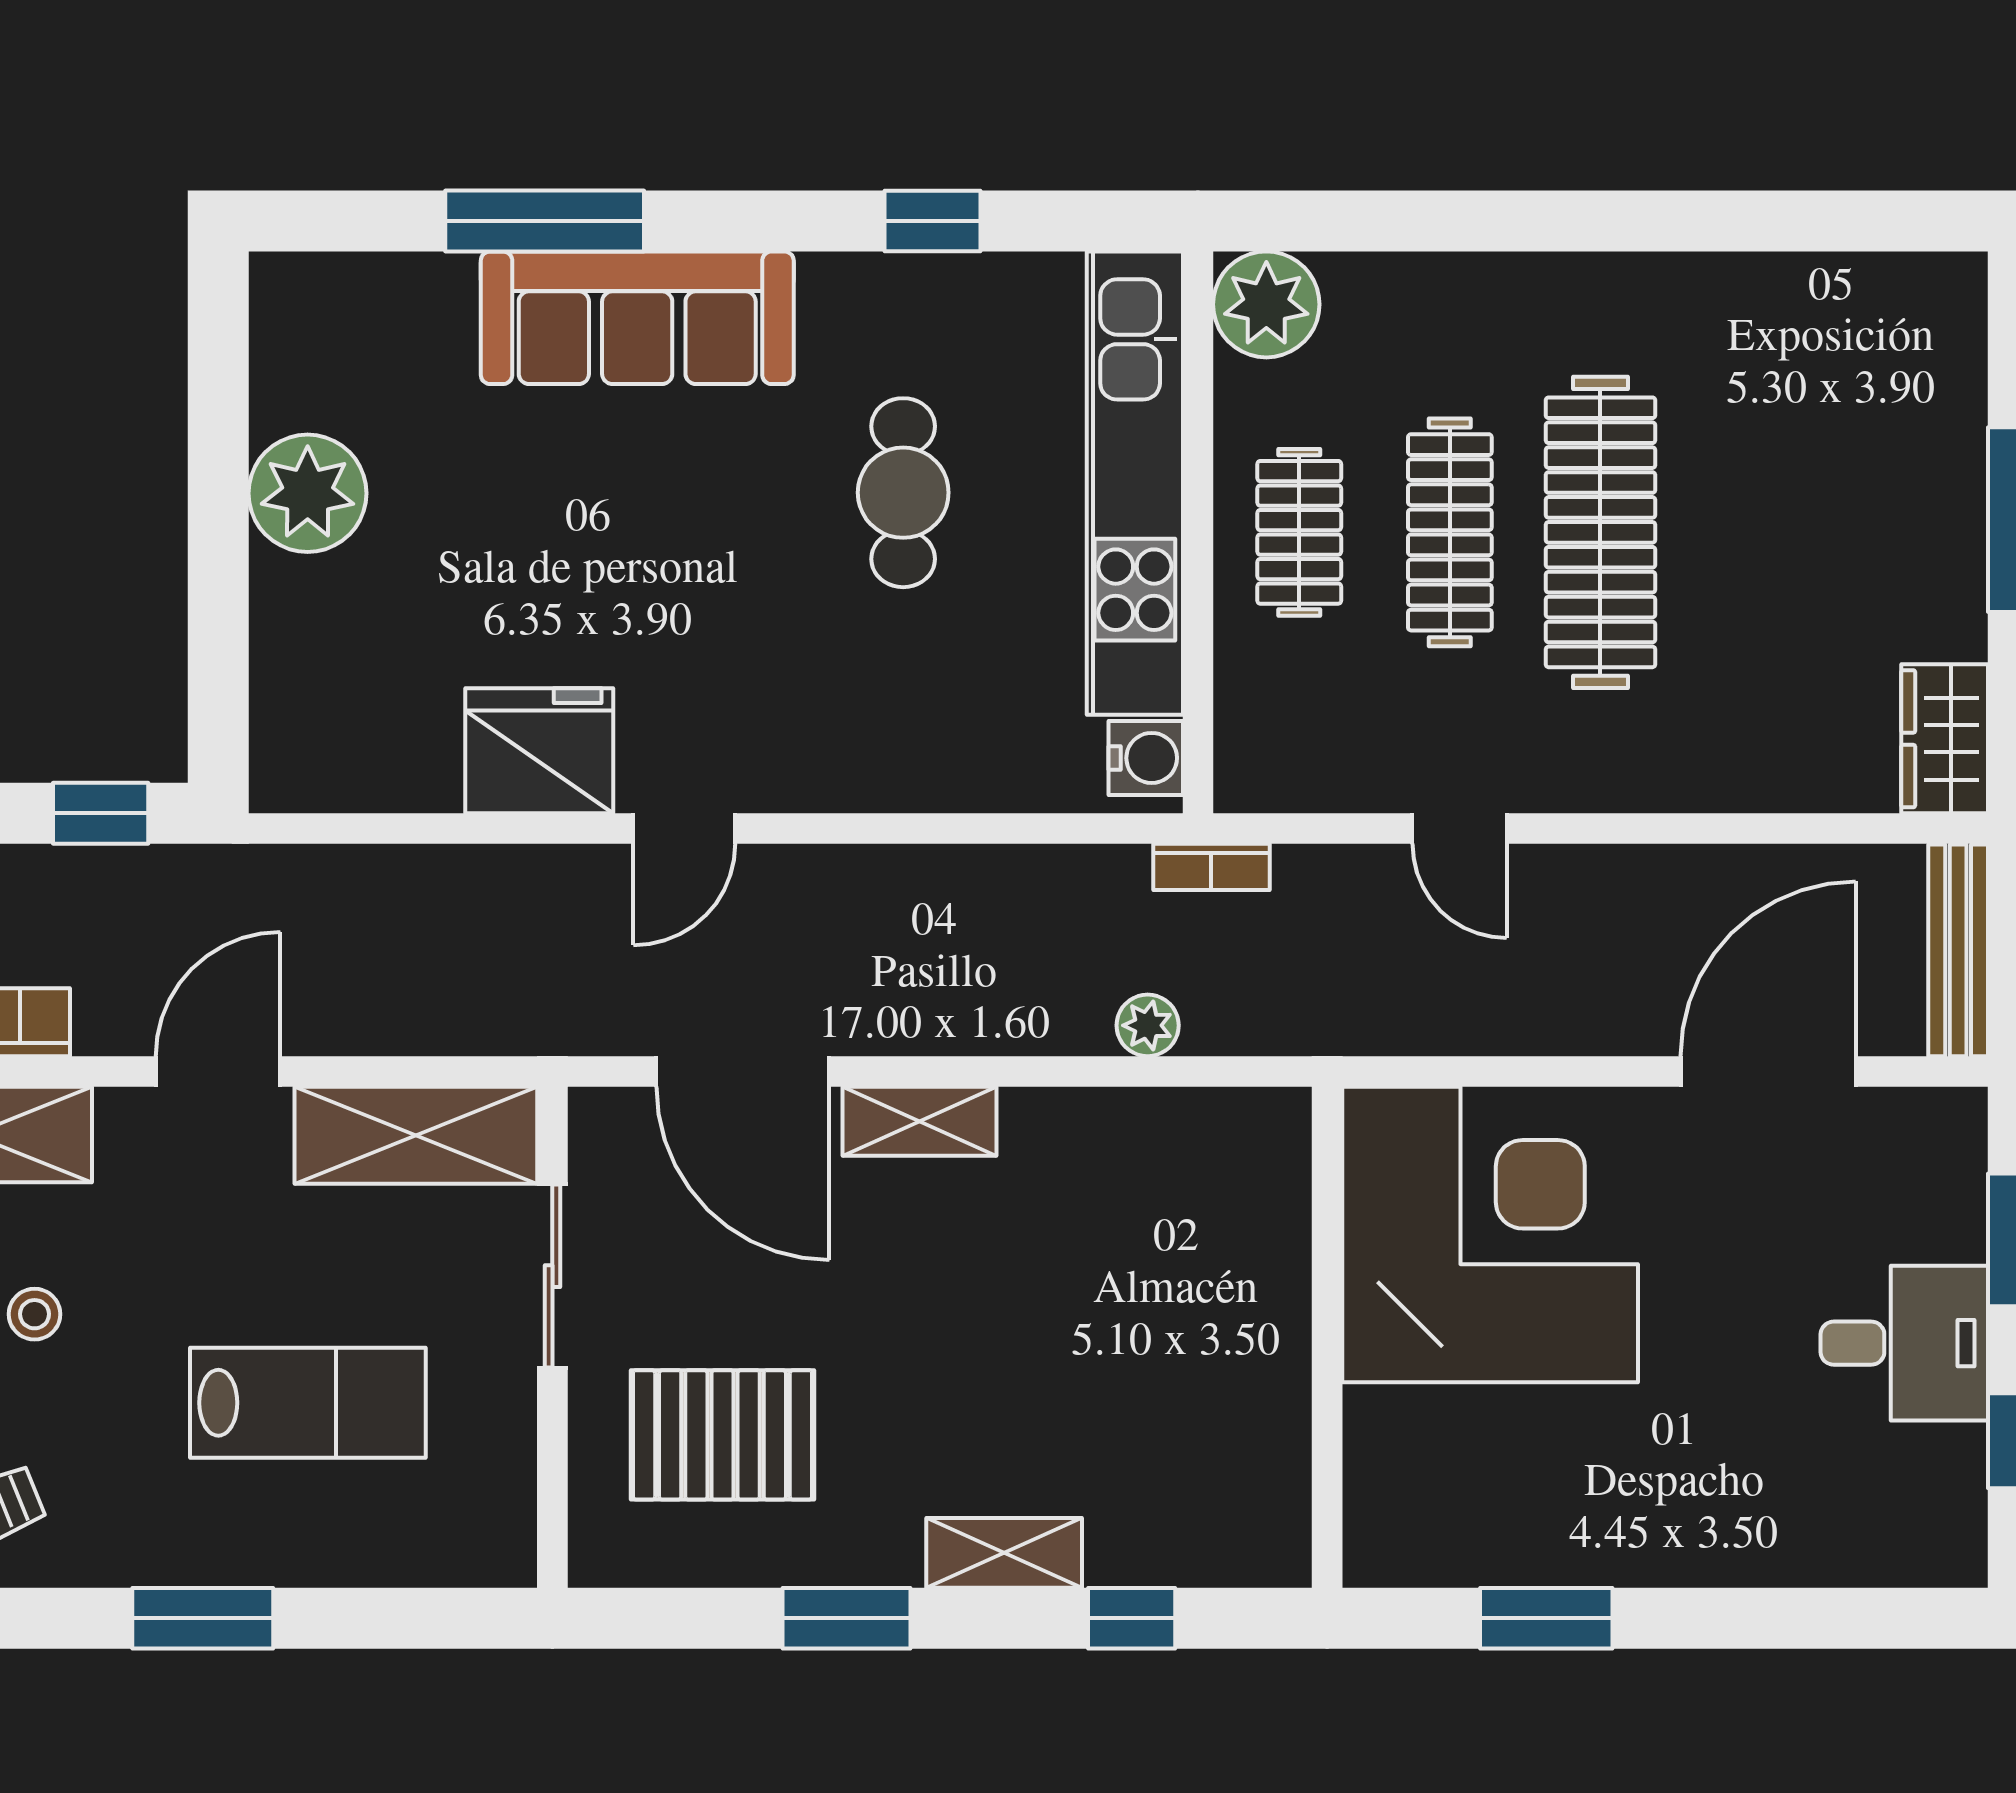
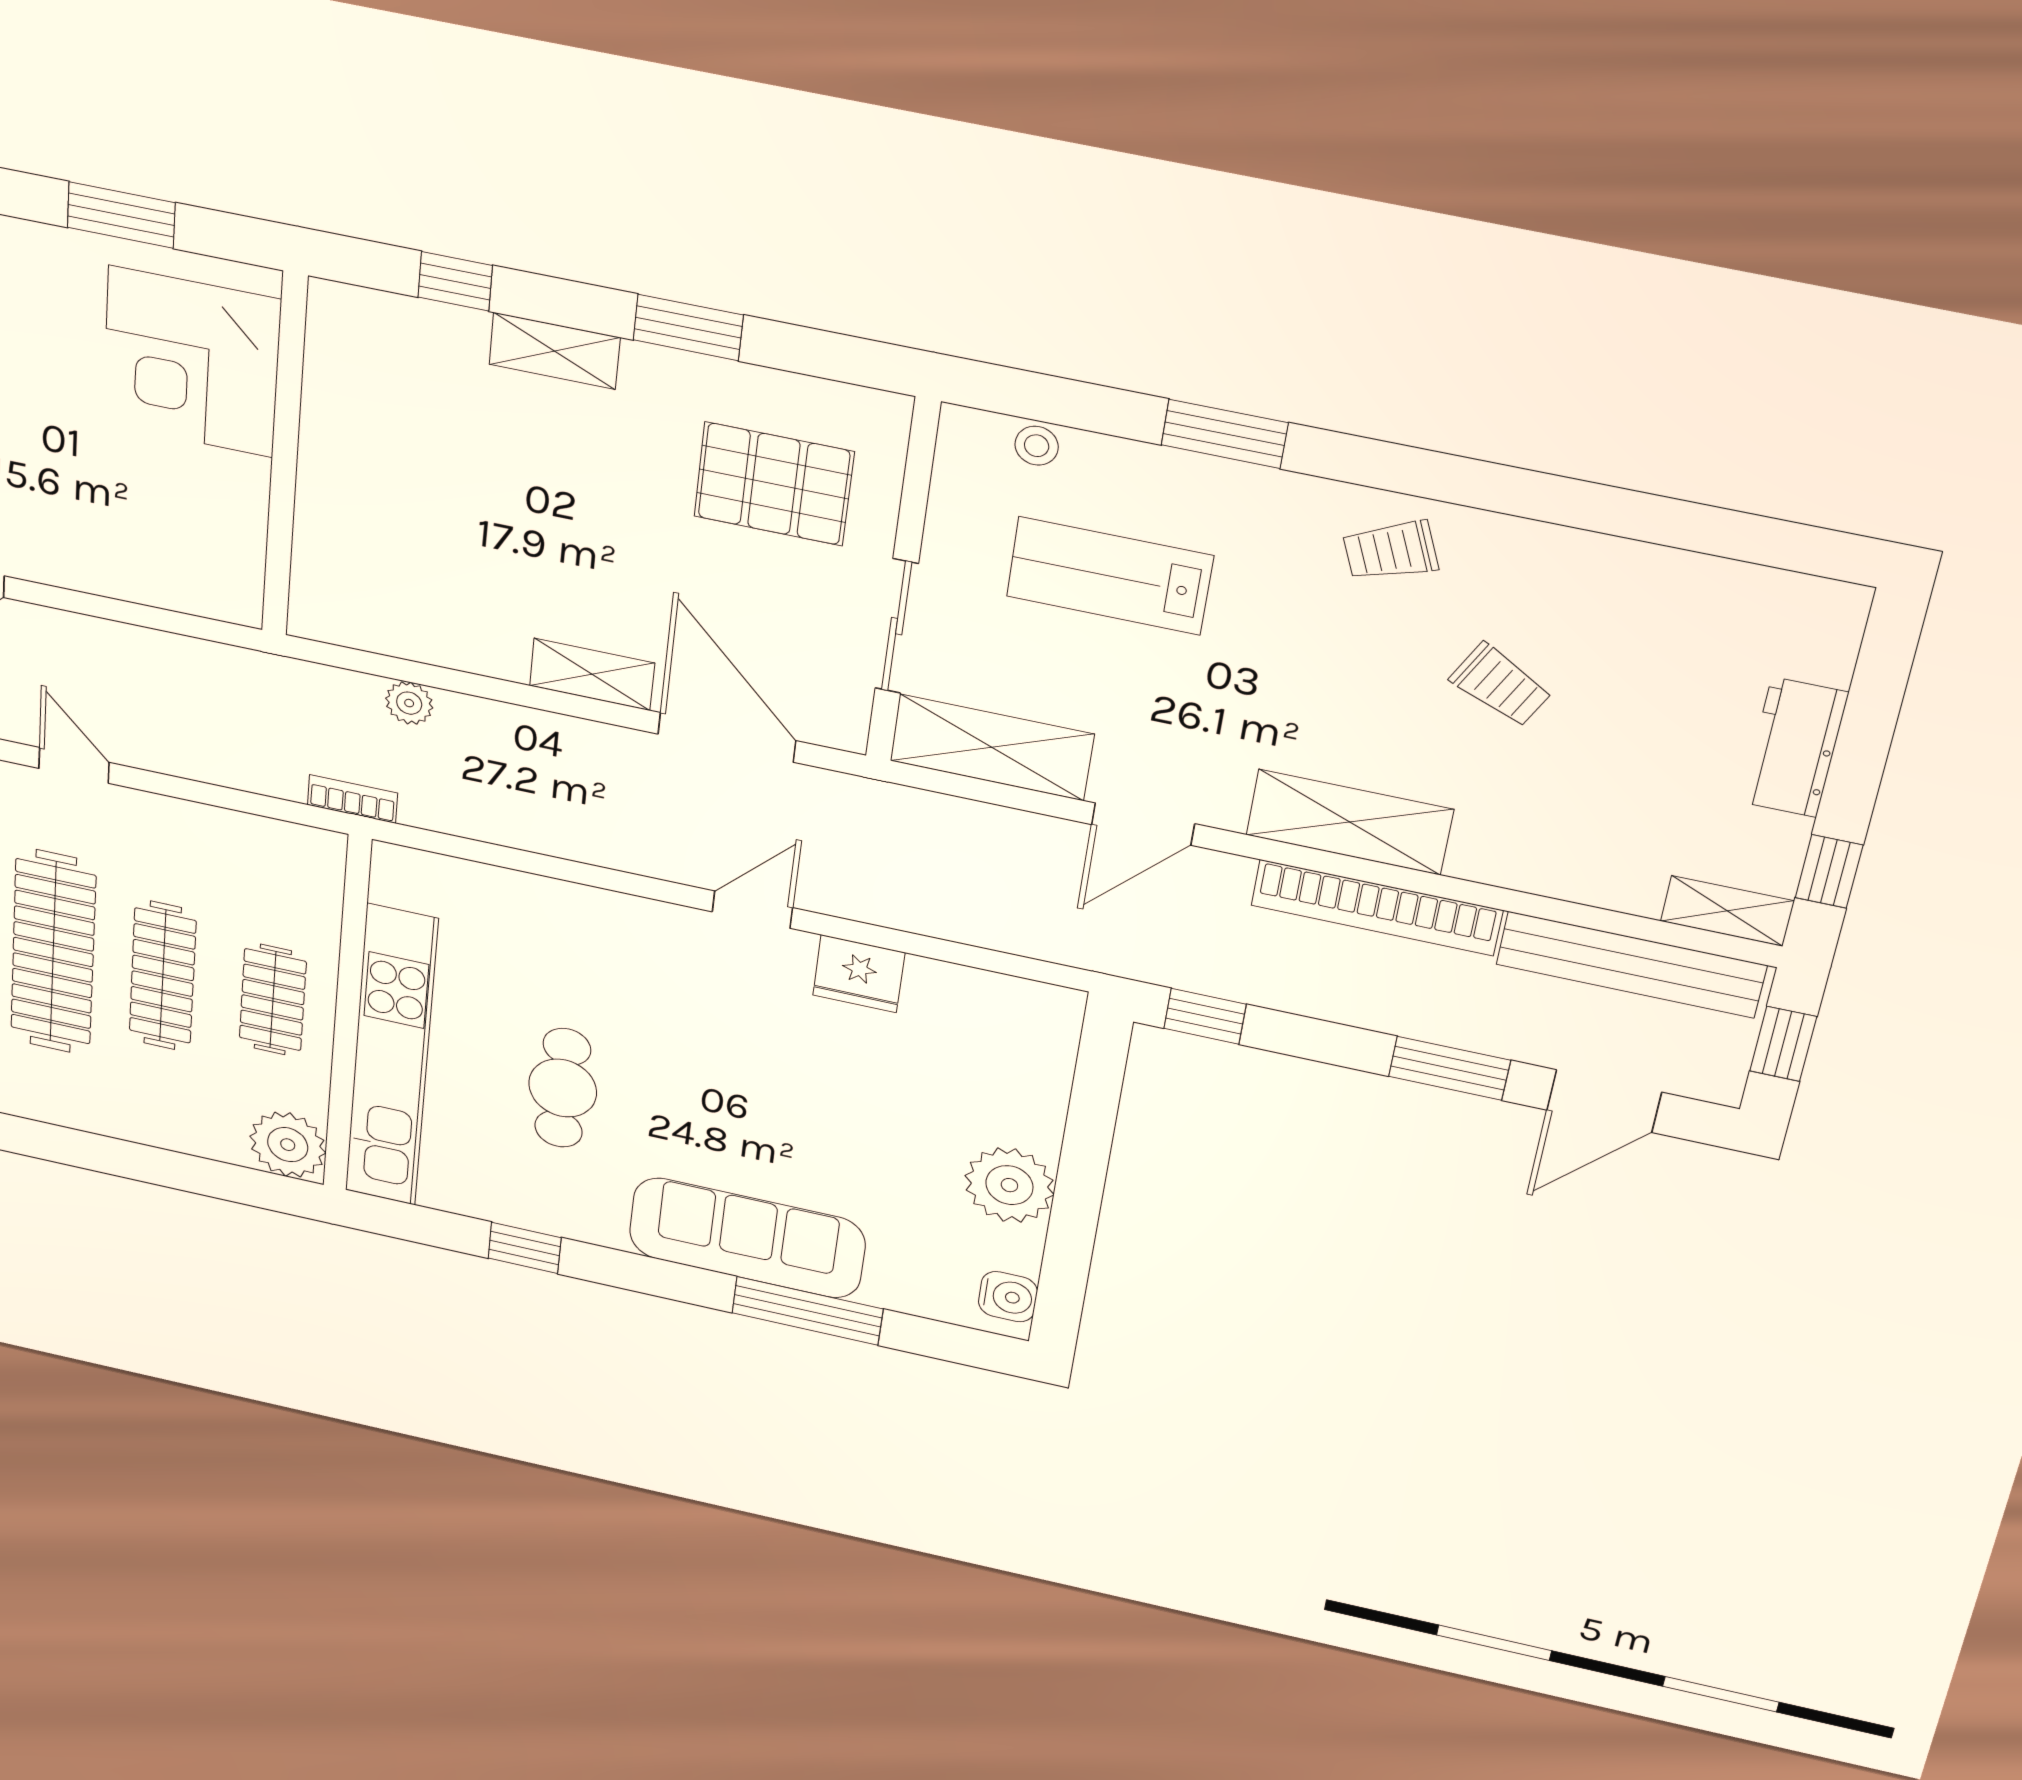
fridge: (539, 751) -> (859, 974), width x0.73, depth x0.75
water cooler: (1146, 758) -> (1008, 1297), moved, turned 180
door: (1459, 829) -> (74, 765), moved
corner desk: (1490, 1234) -> (191, 362), moved, width x0.74, depth x0.74
stool: (35, 1314) -> (1037, 446), moved

